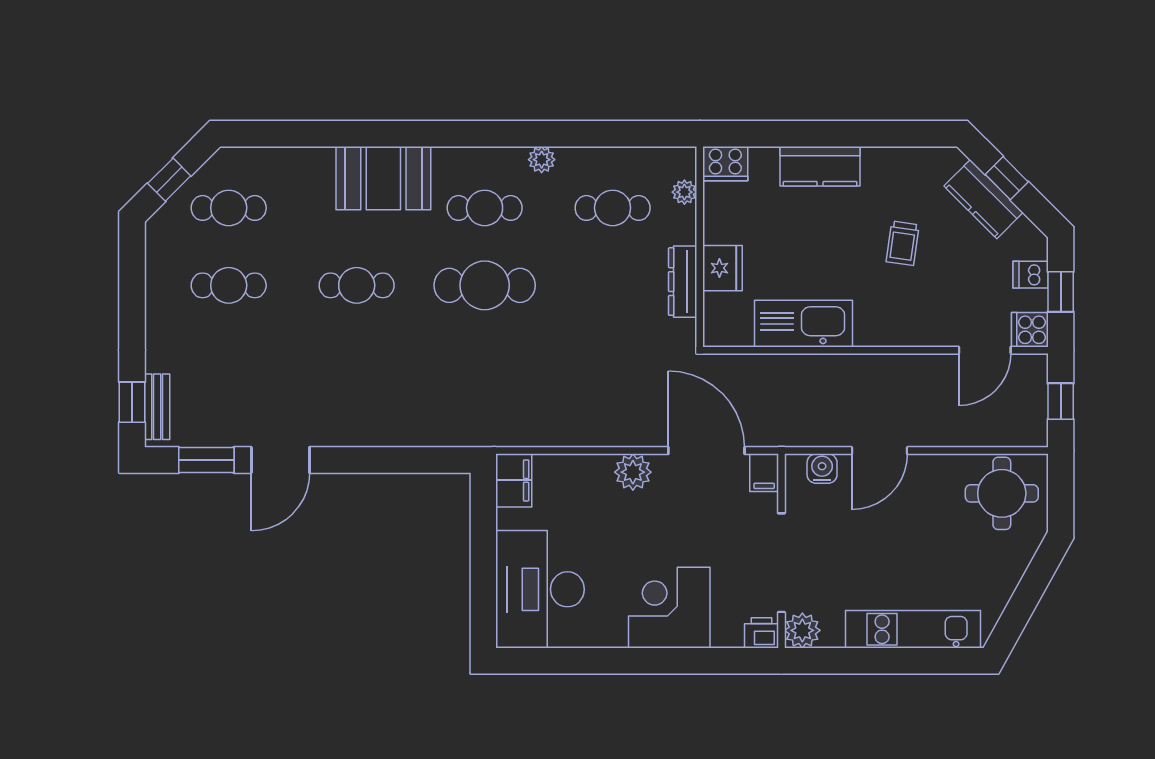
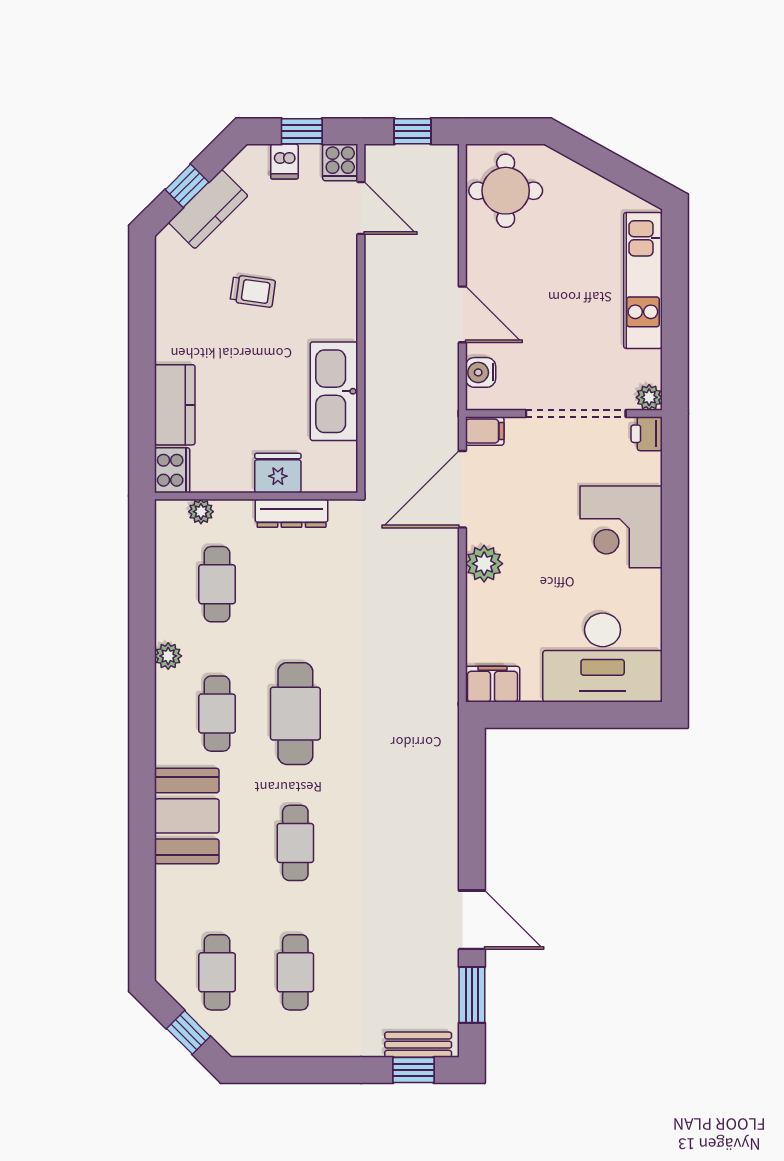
kitchen counter: (820, 166) -> (175, 405), moved
plant: (802, 630) -> (649, 397), width x0.73, depth x0.73

